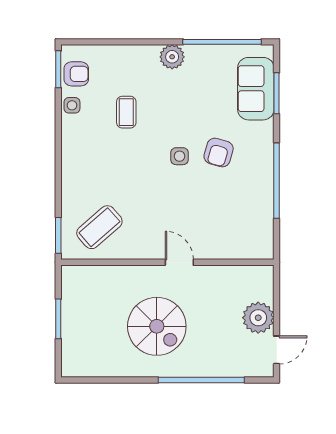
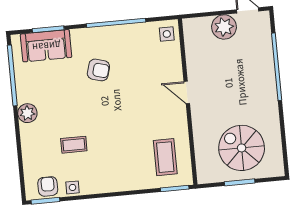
side table: (179, 156) -> (167, 34), moved
coffee table: (99, 227) -> (165, 157), turned 41
door: (179, 262) -> (187, 92), hinge flipped
spiral stairs: (157, 326) -> (242, 148), moved, turned -90

